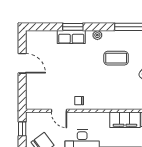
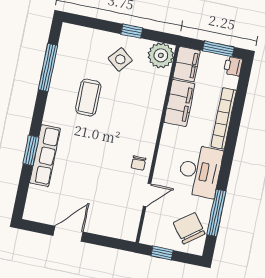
plant: (97, 35) -> (50, 118), removed
row of seats: (71, 37) -> (45, 156), width x1.48

